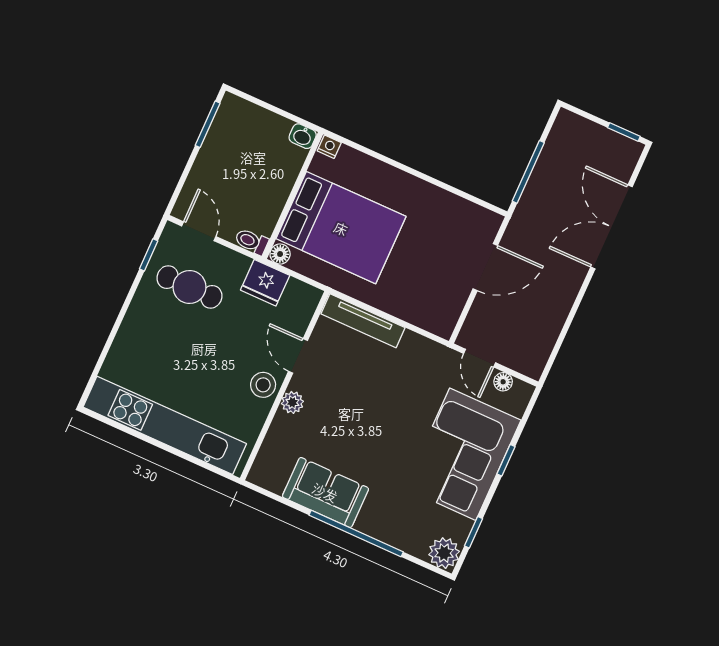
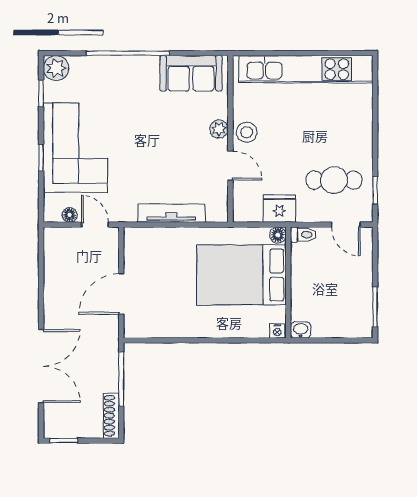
shoe rack: (558, 136) -> (111, 416), added
tv unit: (363, 321) -> (171, 213), moved
sofa: (325, 492) -> (191, 73), moved

